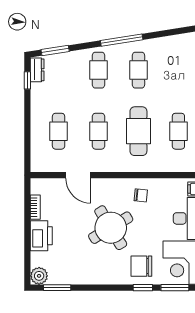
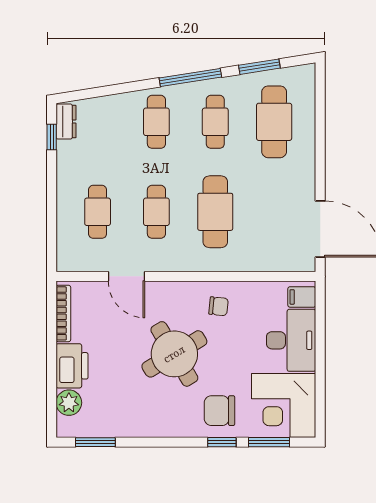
window: (55, 50) -> (259, 67), moved
cafe table: (178, 131) -> (274, 122), moved, width x1.37, depth x1.35
bookcase: (35, 207) -> (63, 313), width x1.56
plant: (39, 276) -> (69, 403), moved

